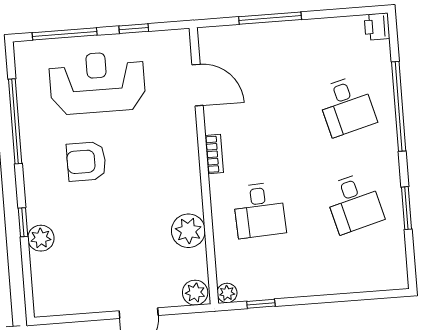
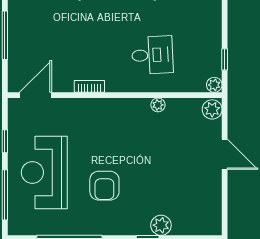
door: (198, 85) -> (35, 95), moved
bookcase: (214, 154) -> (89, 86), moved
plant: (188, 231) -> (158, 105), width x0.53, depth x0.53

